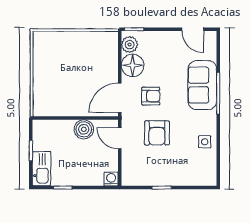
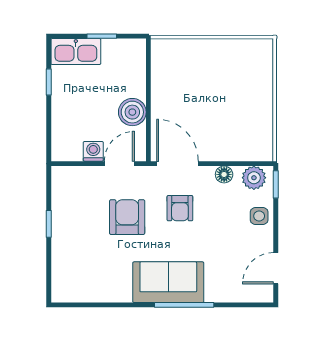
floor lamp: (133, 65) -> (224, 174), width x0.53, depth x0.53
sofa: (202, 85) -> (168, 282), moved
armchair: (157, 133) -> (127, 217), turned 90
side table: (205, 142) -> (259, 216), moved
washing machine: (111, 179) -> (93, 151), moved, turned -90

